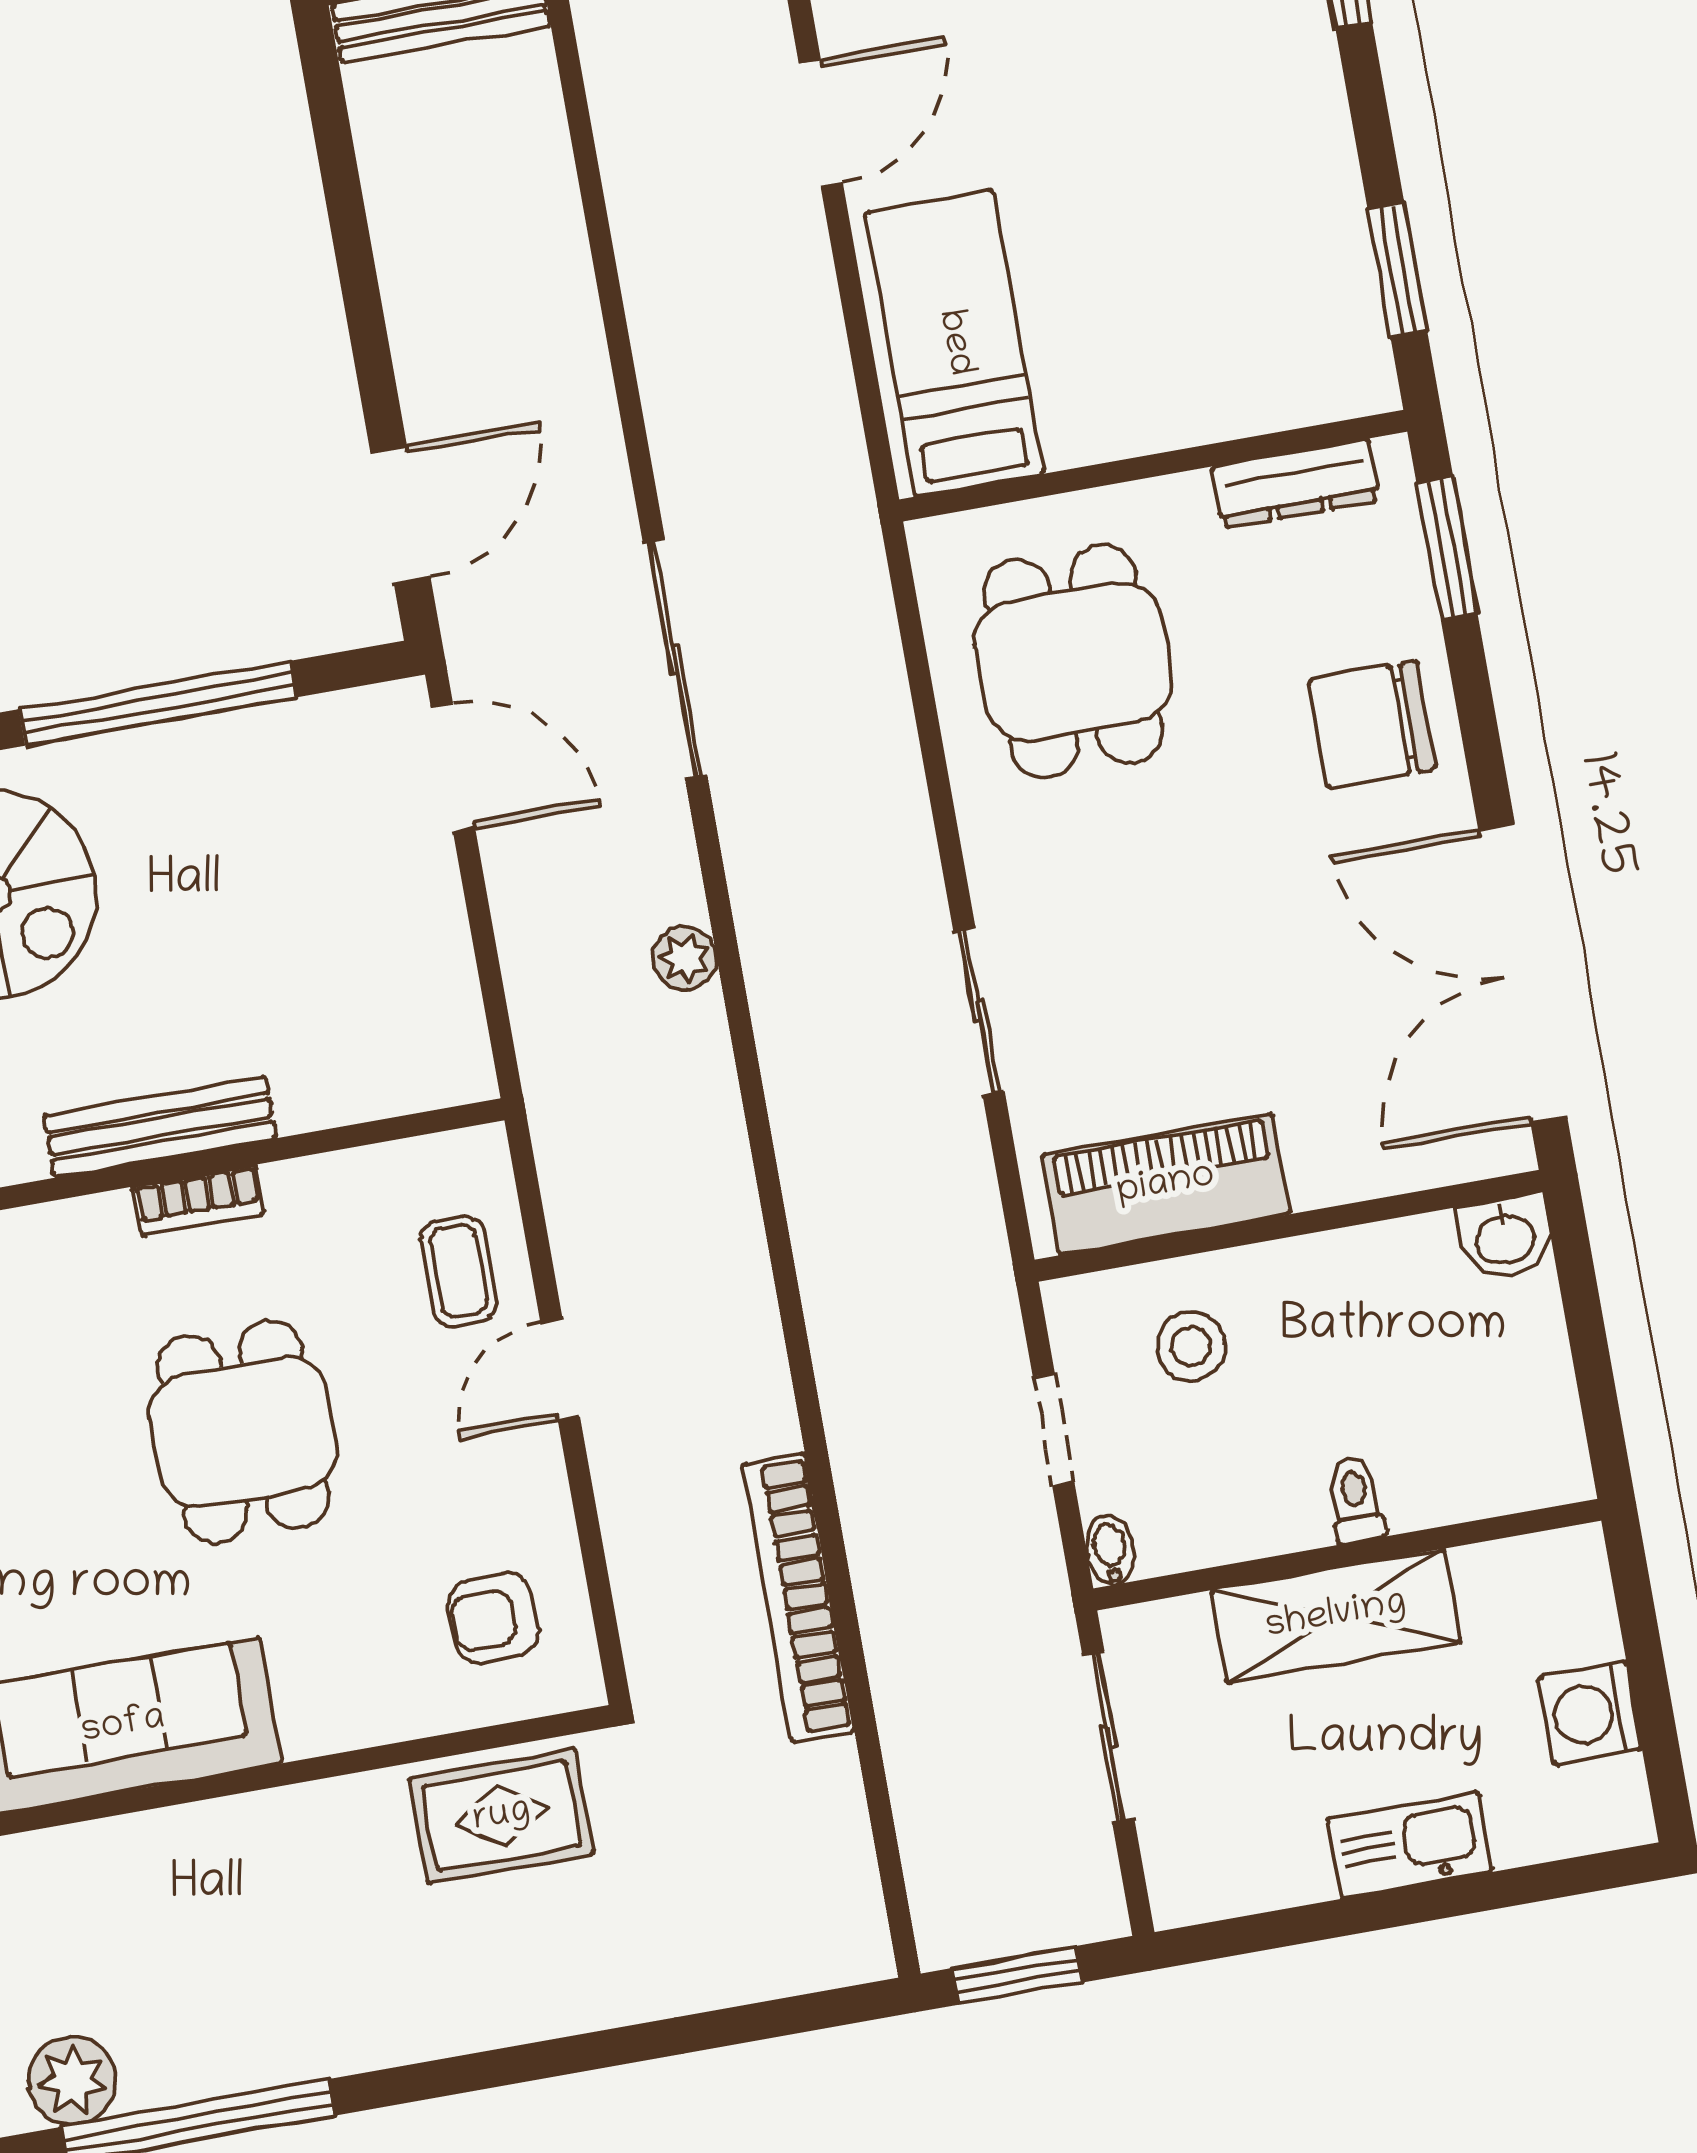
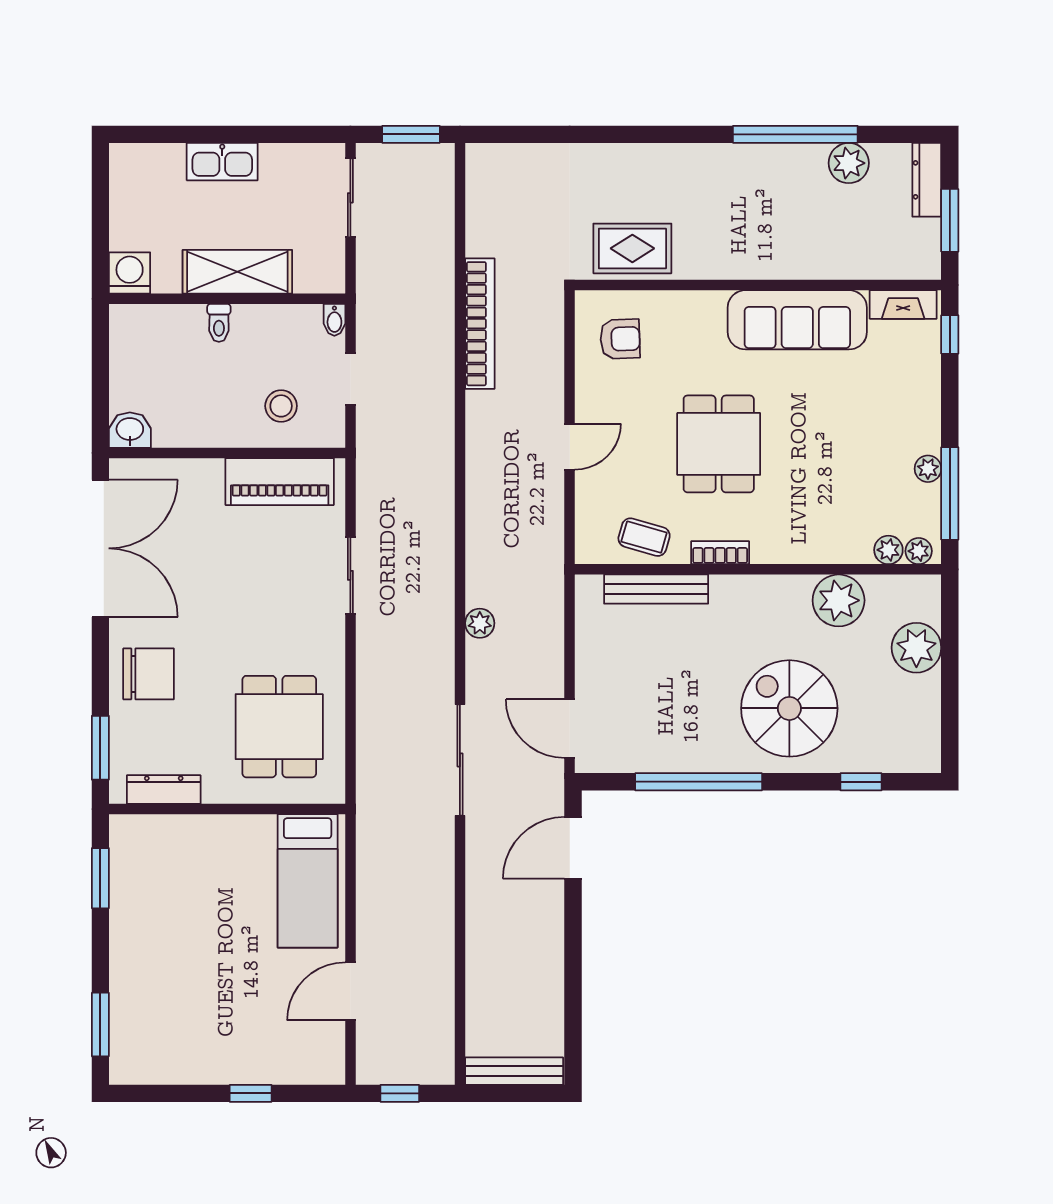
bench: (160, 1127) -> (656, 589), moved
coffee table: (459, 1271) -> (644, 537), moved, turned -74
washing machine: (1590, 1713) -> (130, 273), moved, turned -90
sliding door: (1108, 1737) -> (350, 198), moved

